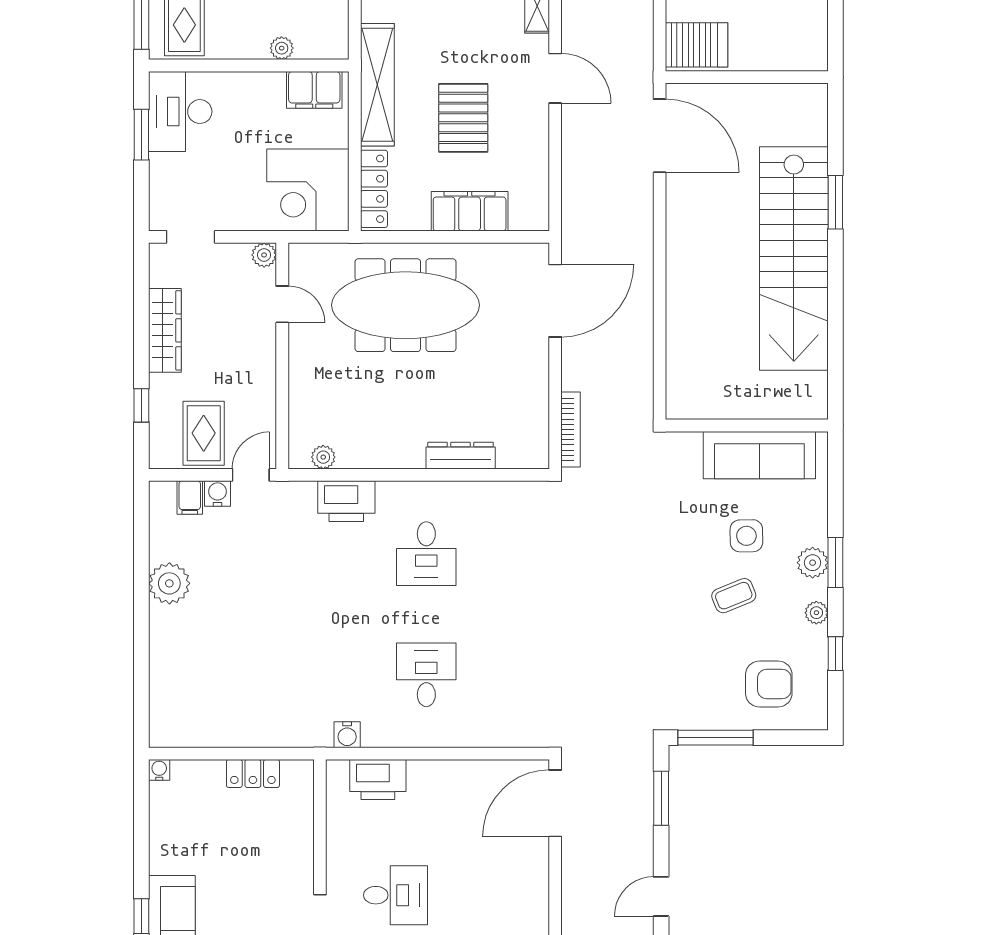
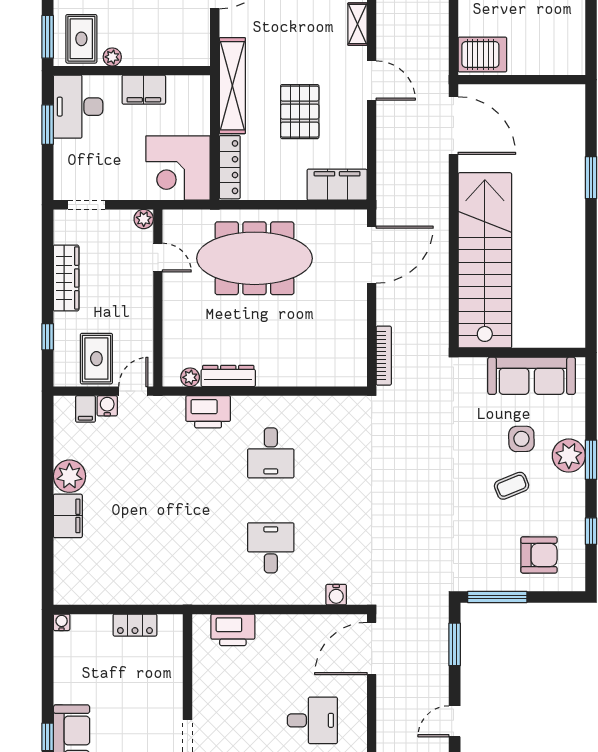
plant: (282, 48) -> (112, 57), moved
filing cabinet: (314, 90) -> (144, 90), moved
filing cabinet: (470, 211) -> (337, 185), moved
stairs: (794, 258) -> (485, 260), moved, turned 180
dresser: (461, 456) -> (228, 376), moved
plant: (813, 563) -> (569, 456), width x1.36, depth x1.36
plant: (816, 613) -> (576, 499), removed
filing cabinet: (167, 634) -> (68, 516), added
water cooler: (347, 735) -> (336, 595), moved
desk: (396, 895) -> (312, 720), moved

